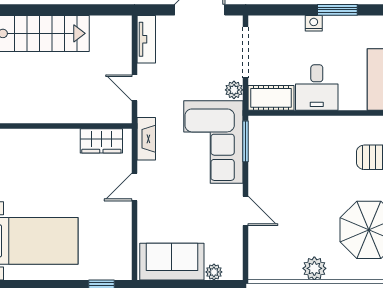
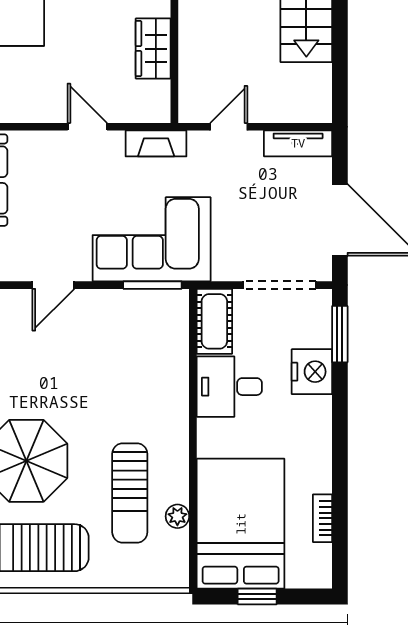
window: (337, 10) -> (340, 334), moved
nightstand: (314, 23) -> (312, 372), width x1.89, depth x1.79
plant: (234, 90) -> (226, 269), removed
wardrobe: (101, 141) -> (153, 49), moved

